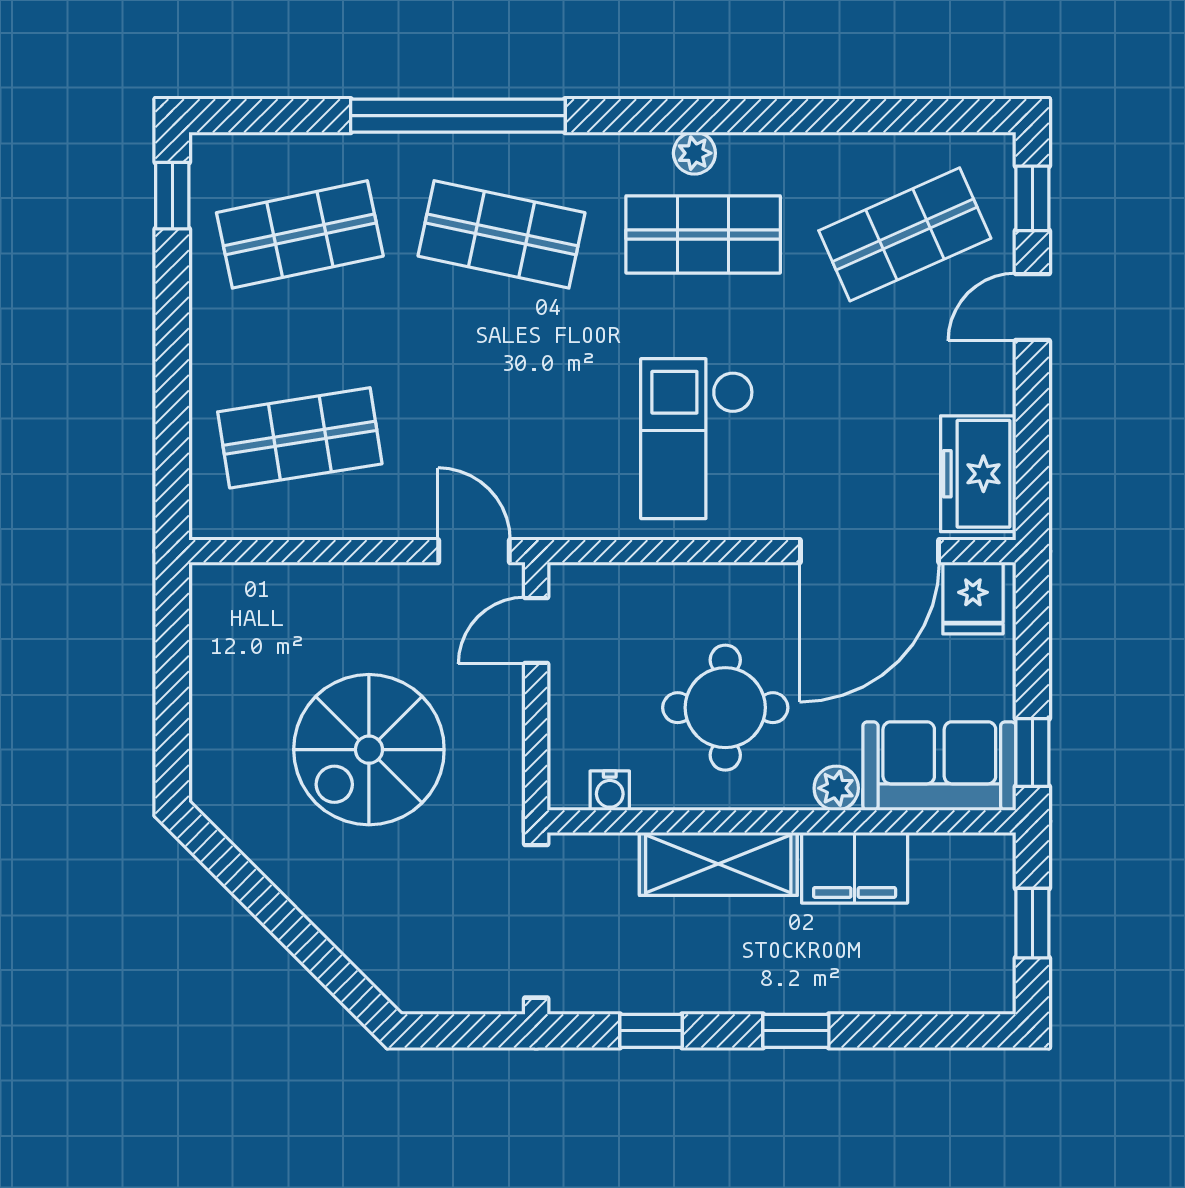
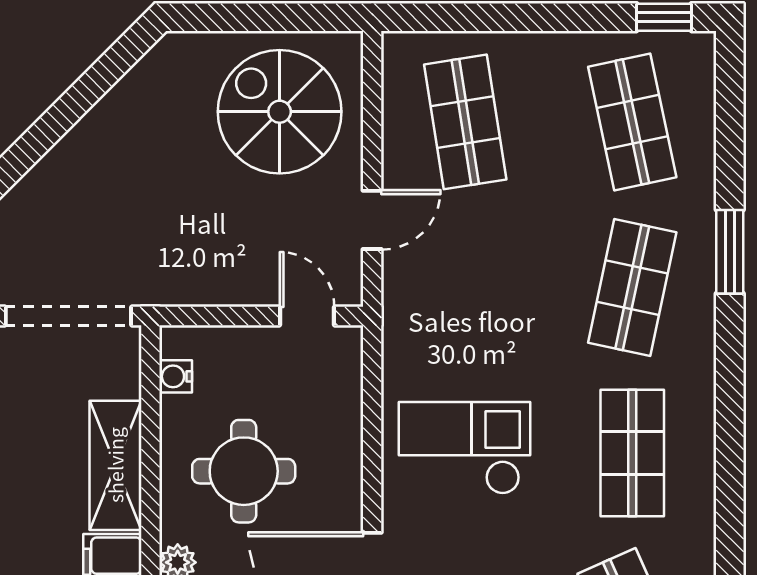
window: (458, 116) -> (730, 252), width x0.47
plant: (694, 153) -> (699, 446), removed
door: (474, 551) -> (372, 220), moved
spiral stairs: (369, 750) -> (280, 112), moved

